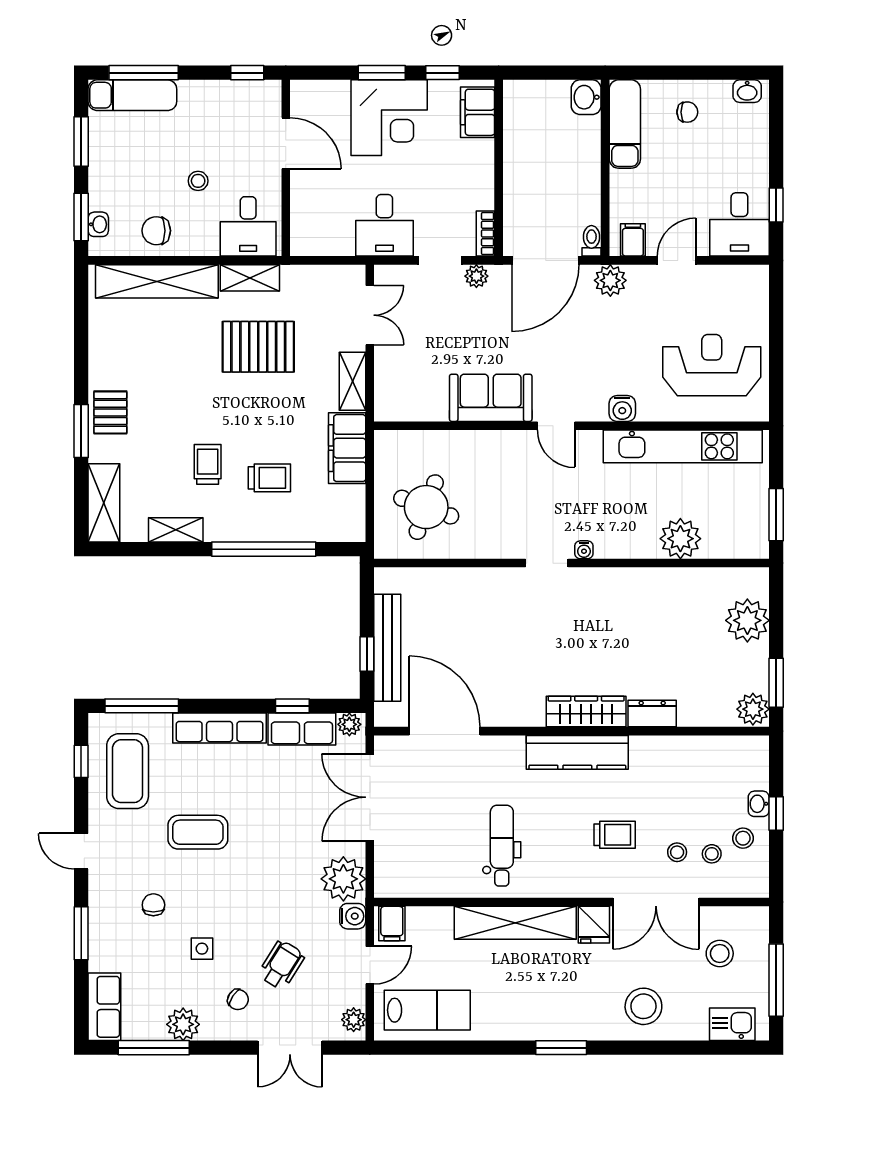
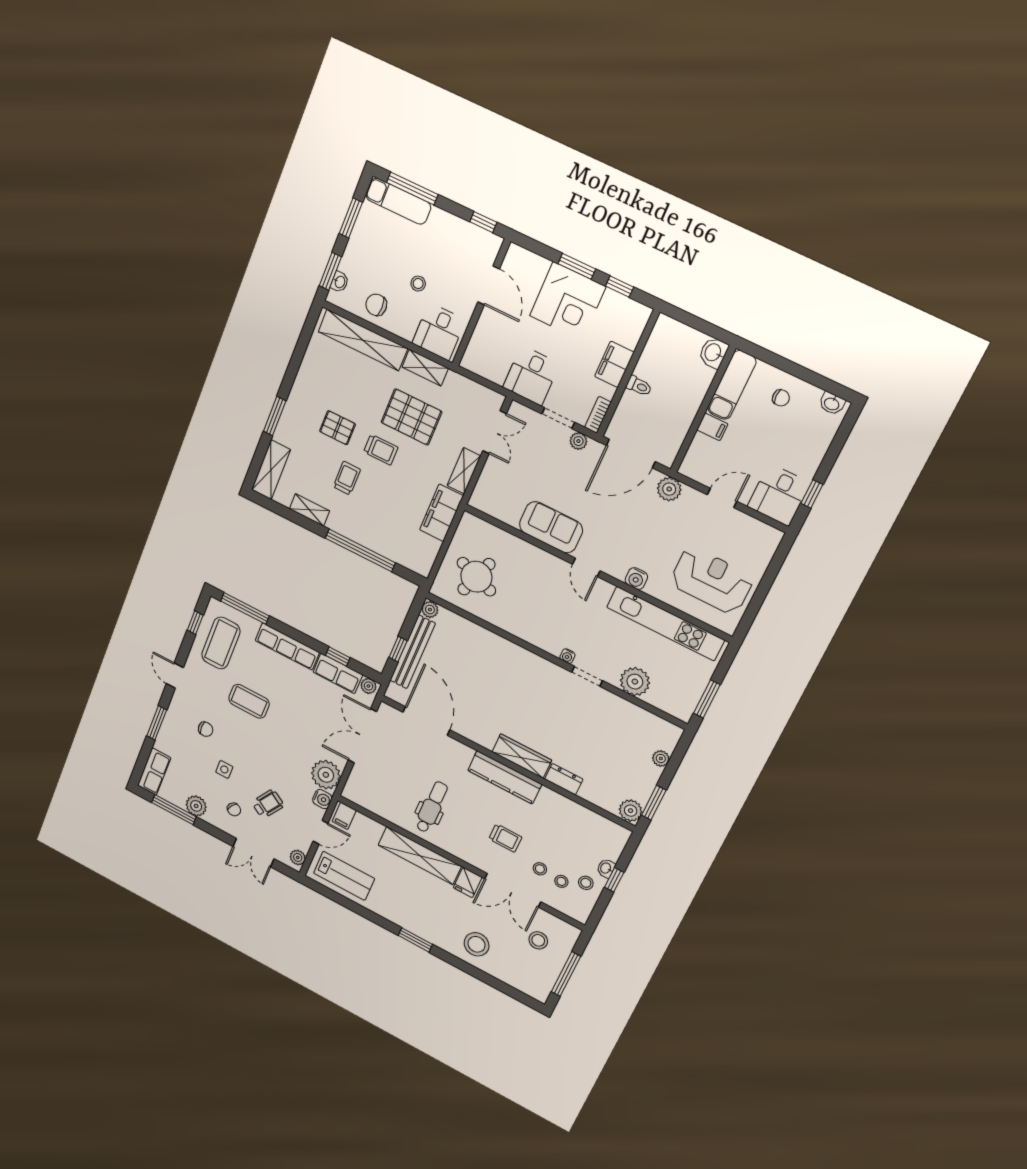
filing cabinet: (478, 112) -> (614, 364), moved
filing cabinet: (633, 240) -> (712, 427), moved, turned 90
toilet: (591, 241) -> (639, 386), moved, turned 90
pallet: (110, 412) -> (338, 428), moved, turned 90
trolley: (269, 478) -> (381, 450), moved
doorway: (547, 563) -> (587, 676), moved
plant: (386, 580) -> (430, 610), added
plant: (747, 620) -> (661, 758), width x0.53, depth x0.53
chair: (153, 905) -> (206, 729), turned 90
kitchen sink: (732, 1024) -> (526, 984), removed

